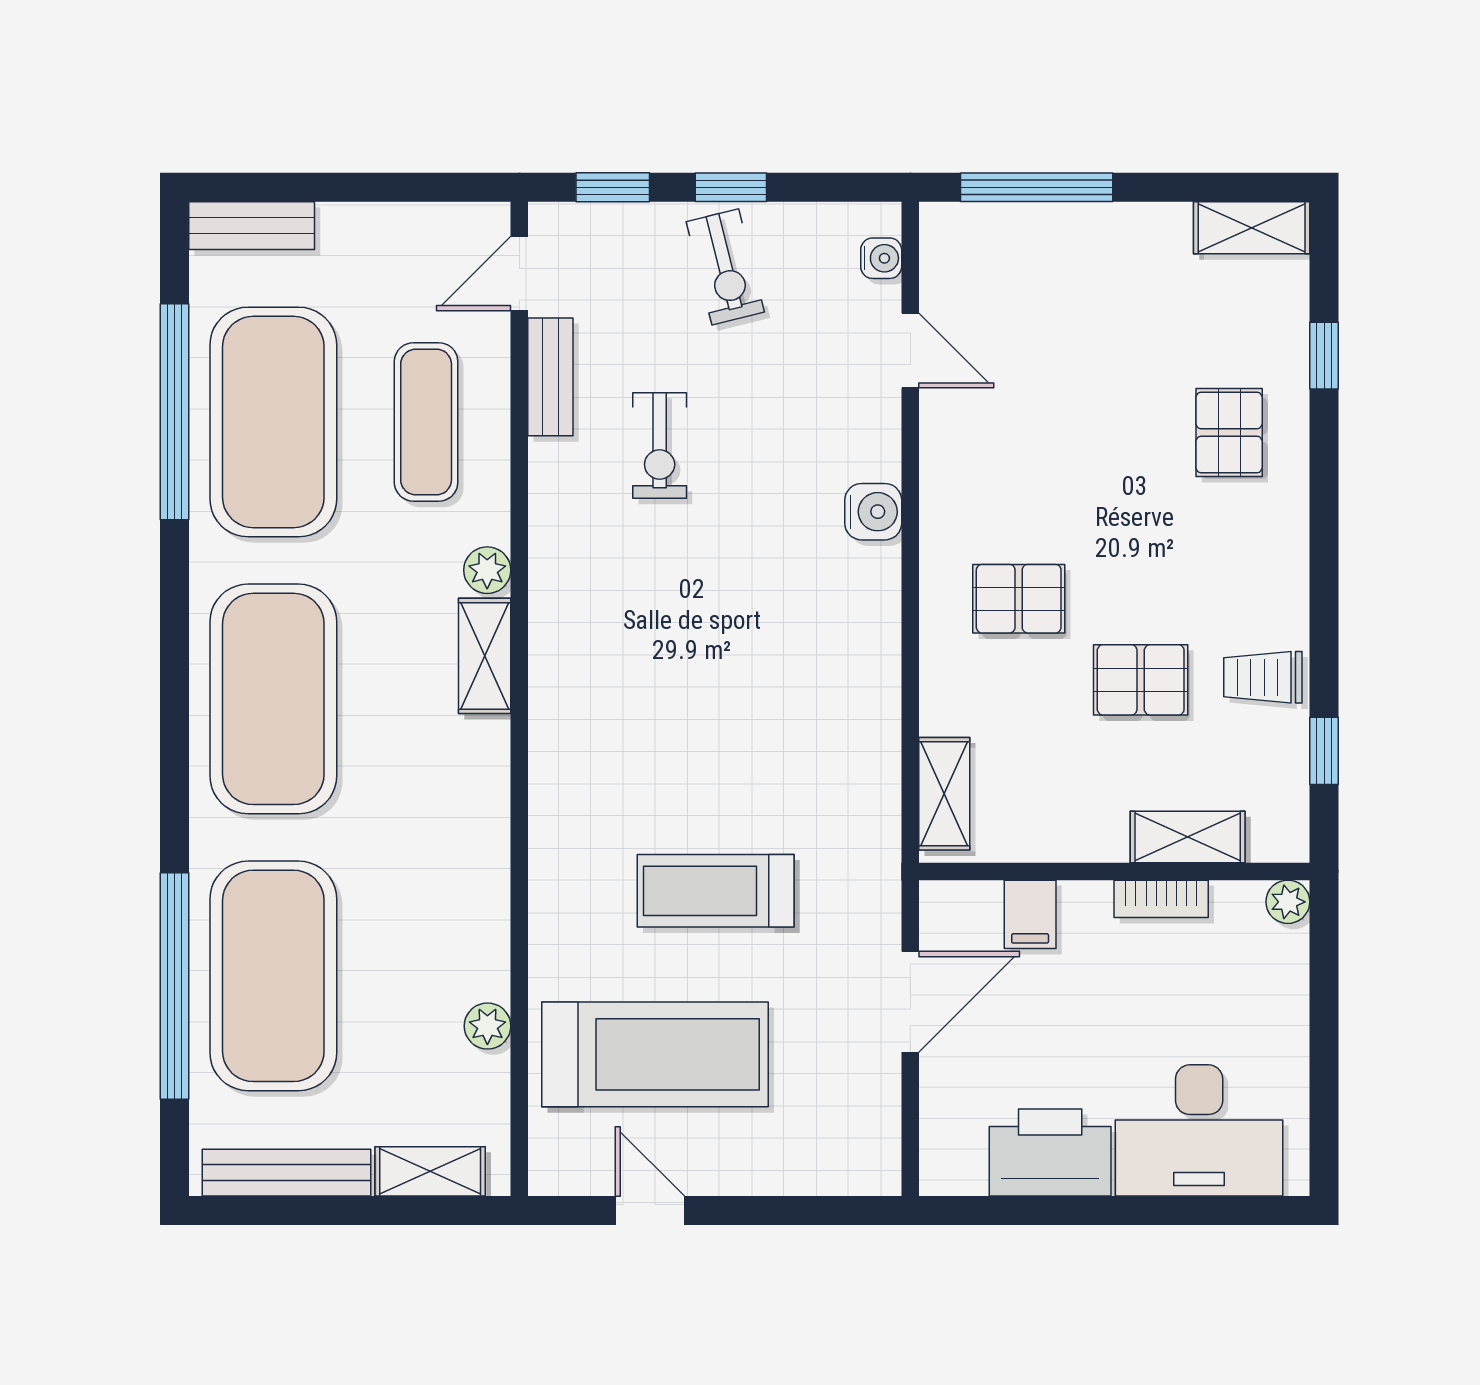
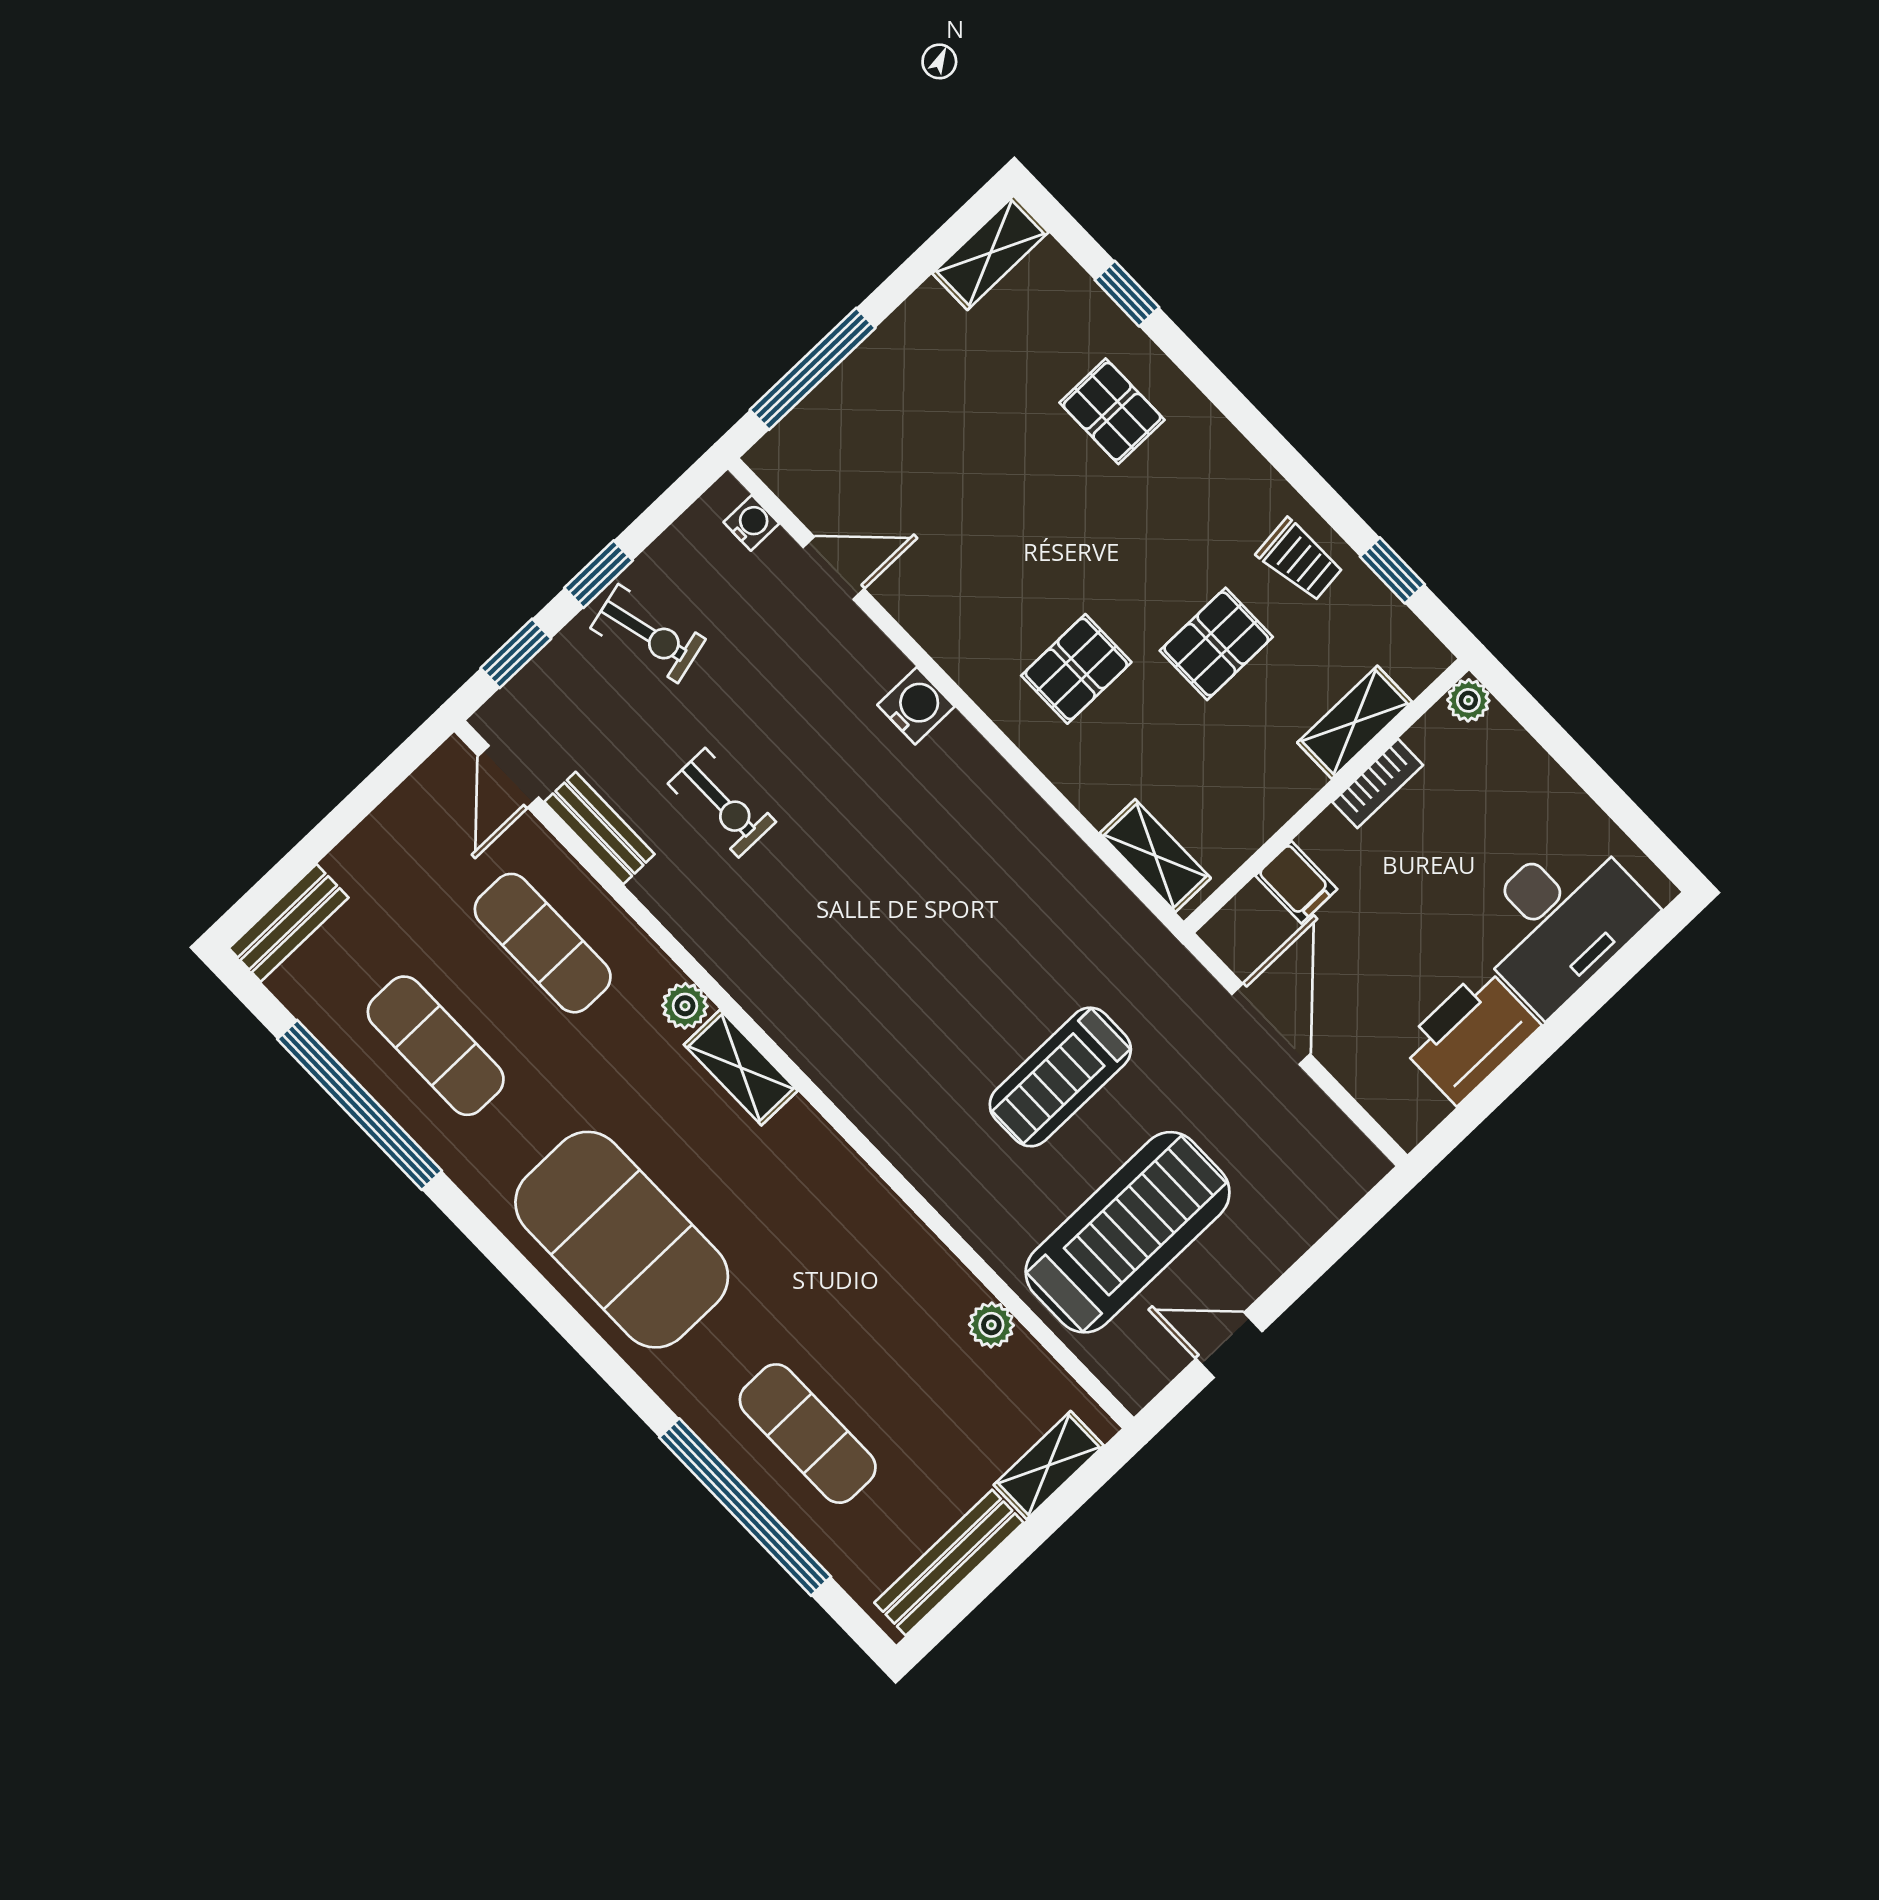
exercise mat: (273, 422) -> (436, 1046), width x0.50, depth x0.69
trolley: (1263, 677) -> (1300, 560), turned -96
exercise mat: (273, 976) -> (808, 1434), width x0.50, depth x0.69

